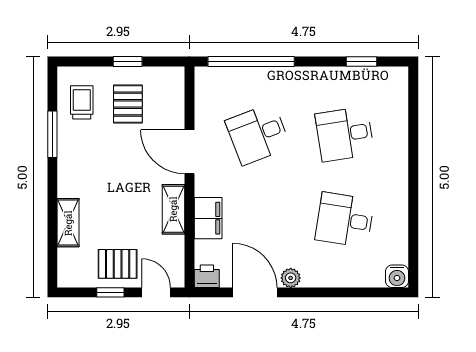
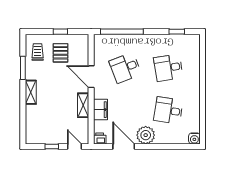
shelving: (68, 223) -> (31, 92), moved
pallet: (118, 264) -> (55, 132), removed
plant: (291, 278) -> (146, 135), width x1.88, depth x1.88

